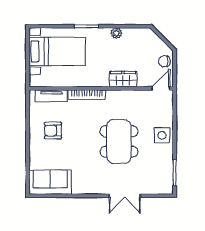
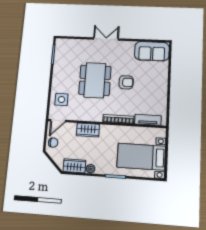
wardrobe: (136, 35) -> (74, 166), added
armchair: (53, 131) -> (126, 82), moved
side table: (162, 135) -> (61, 99), moved
double door: (125, 196) -> (106, 39), moved

